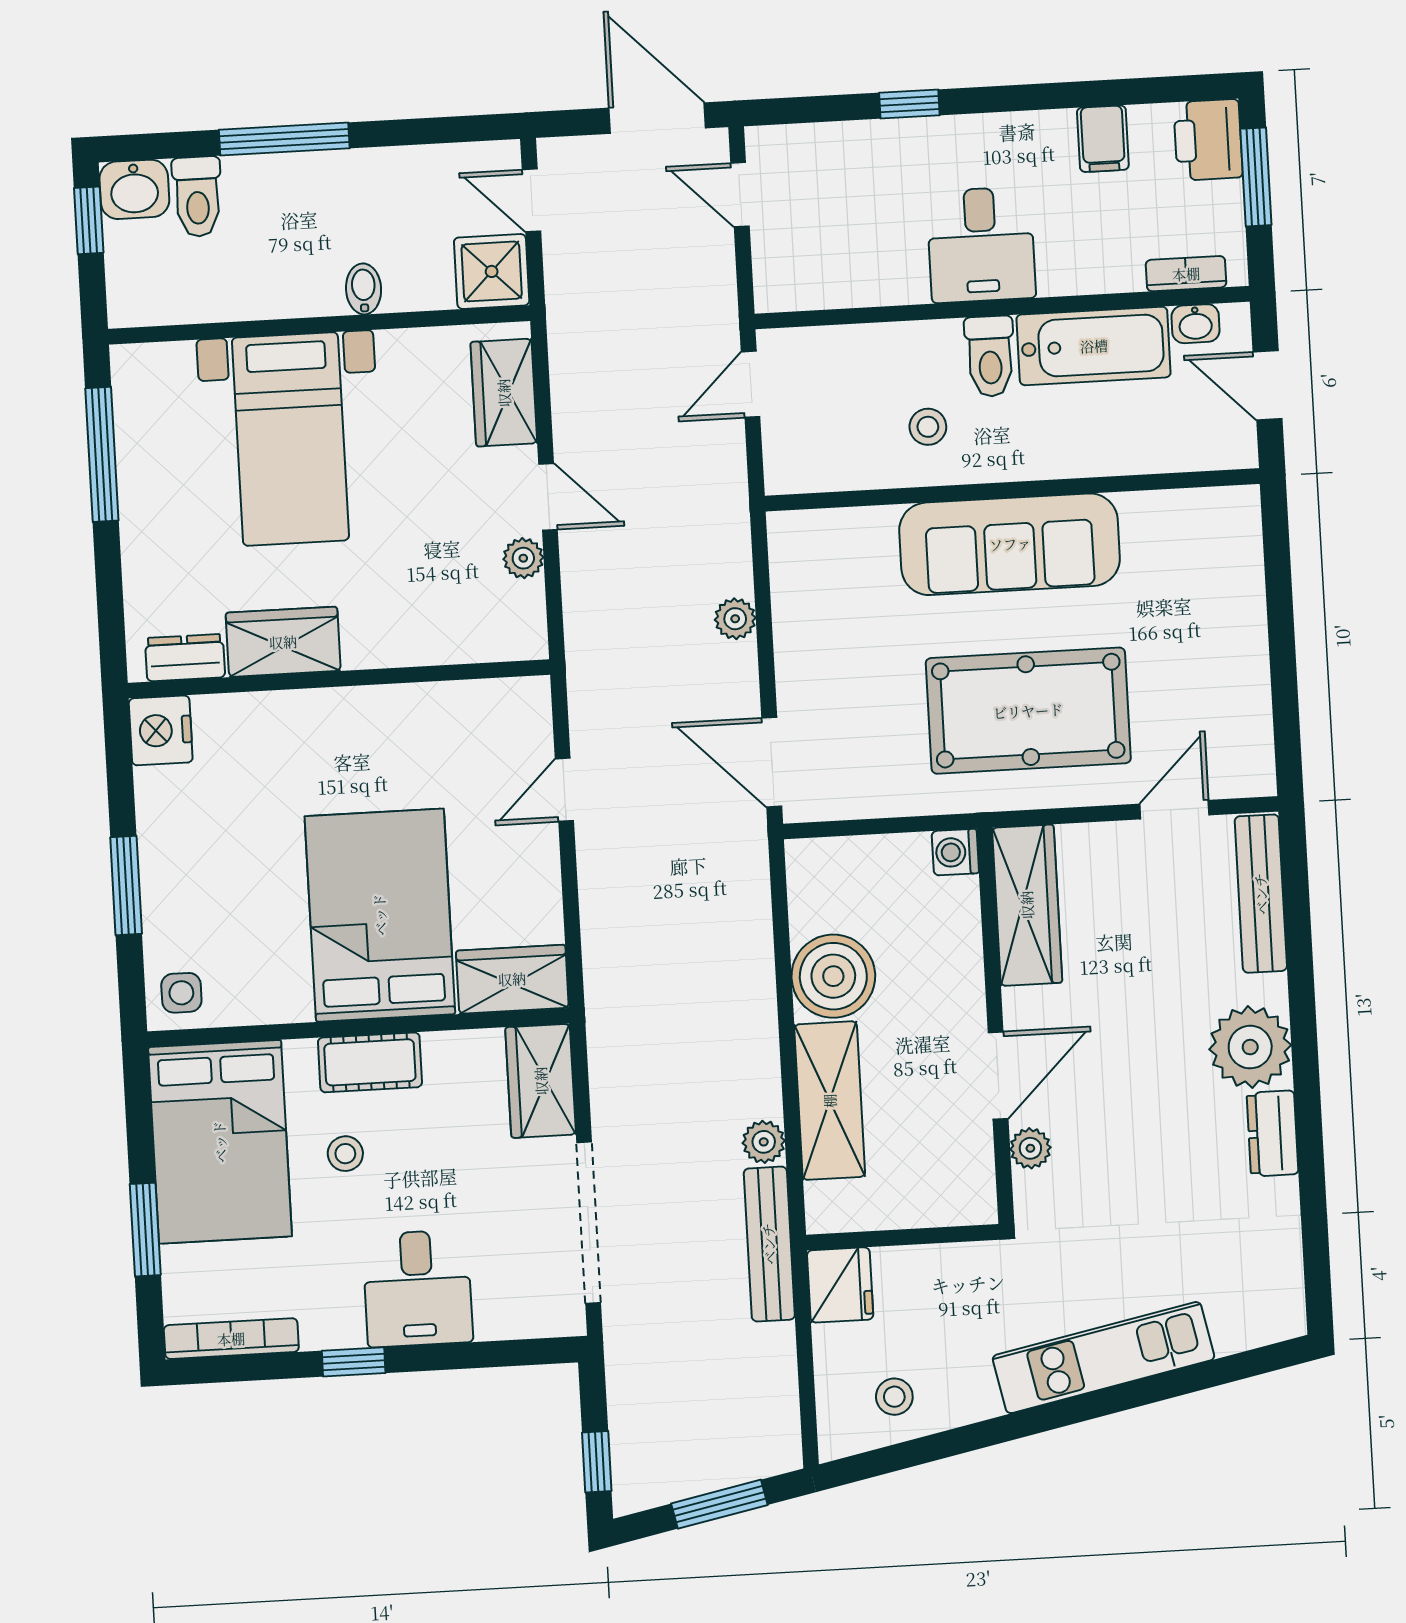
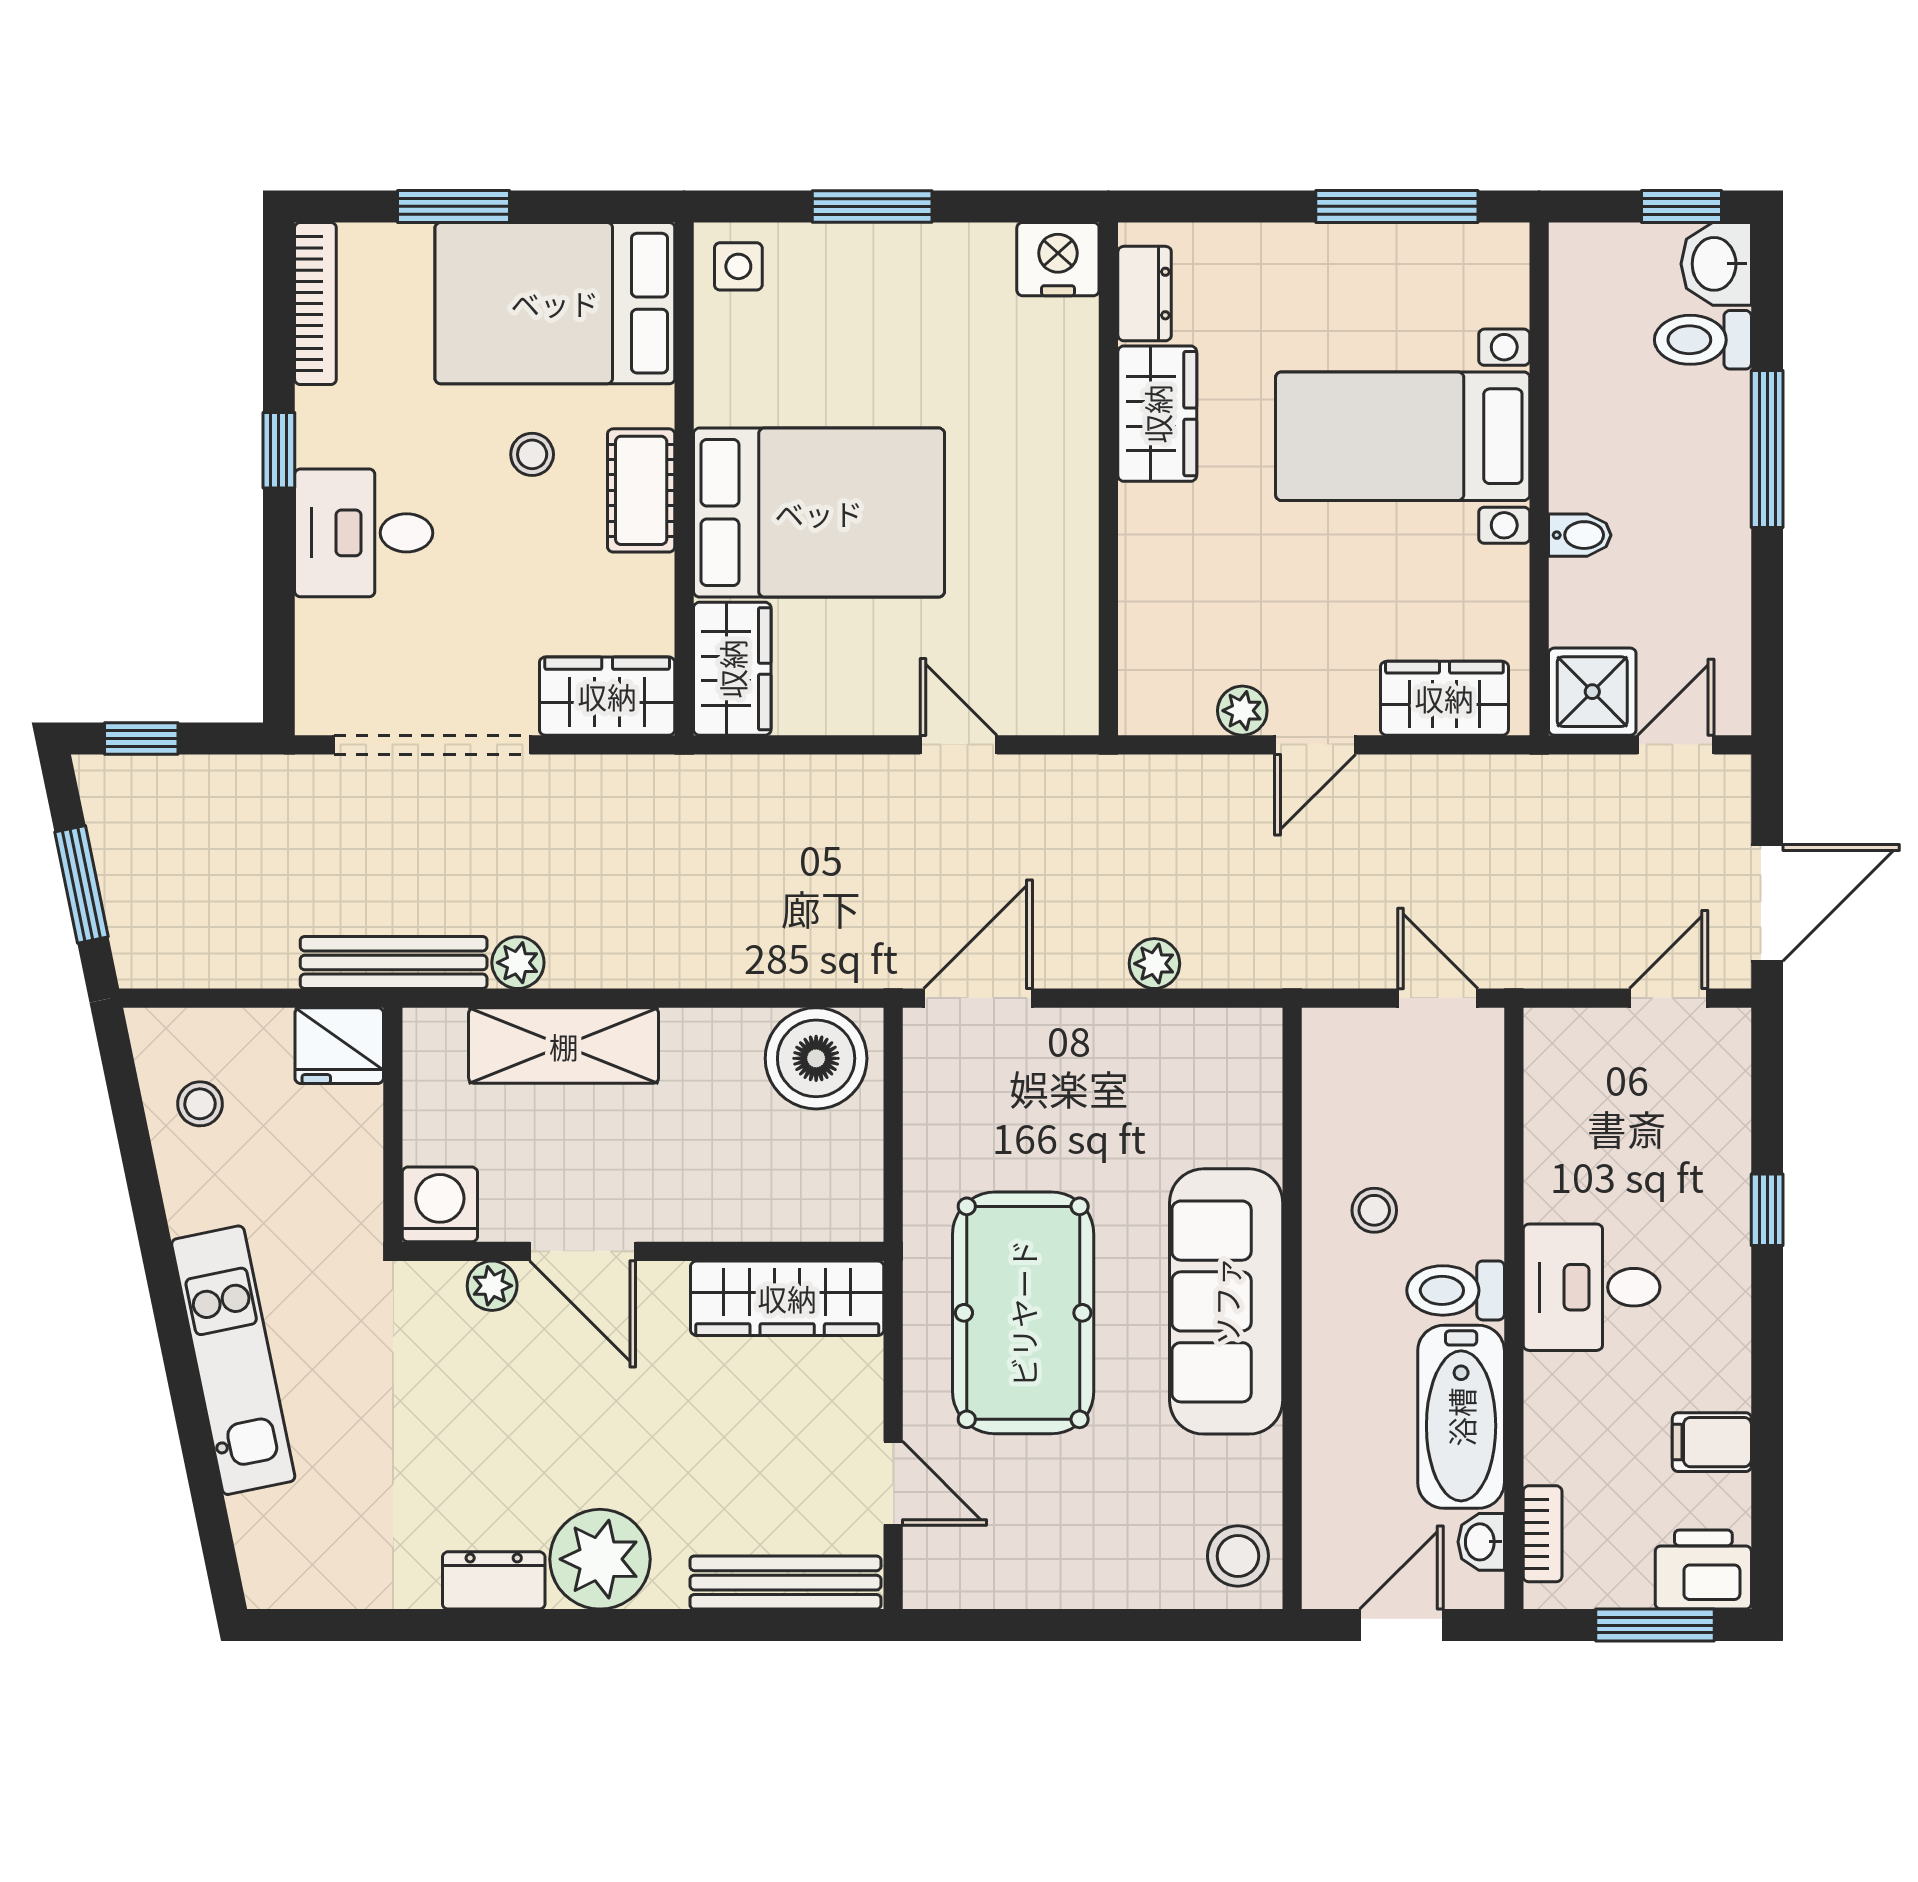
stool: (1218, 523) -> (1238, 1556), added
washing machine: (955, 852) -> (440, 1204), moved, width x1.38, depth x1.38
boiler: (833, 976) -> (816, 1058), moved

